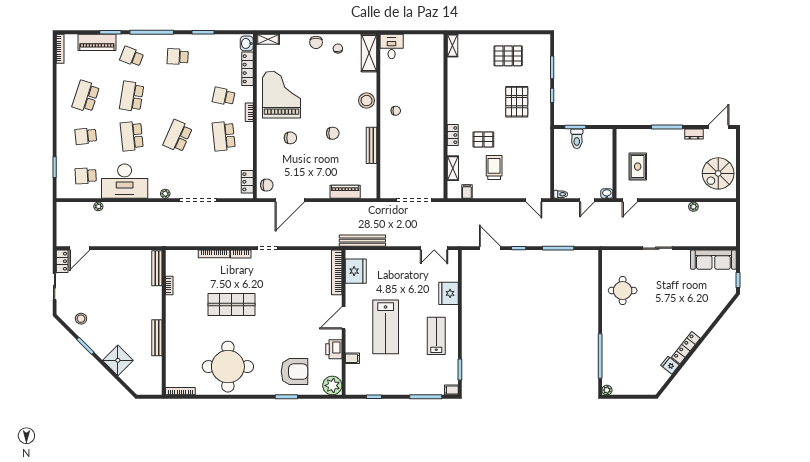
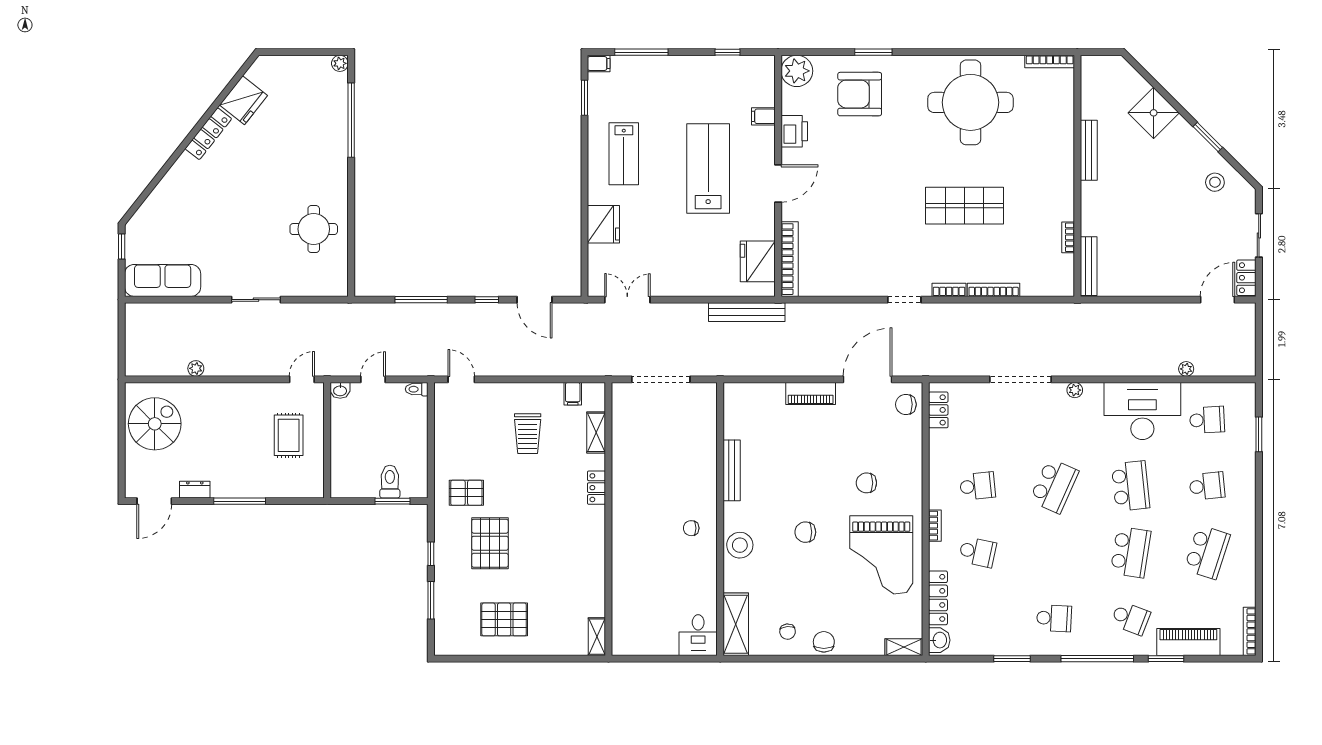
chair: (333, 133) -> (805, 532), moved
school desk: (224, 136) -> (978, 486), width x0.54
pallet: (483, 139) -> (466, 493), moved
piano: (345, 192) -> (811, 393), moved
fridge: (670, 365) -> (243, 100), width x1.88, depth x1.34

